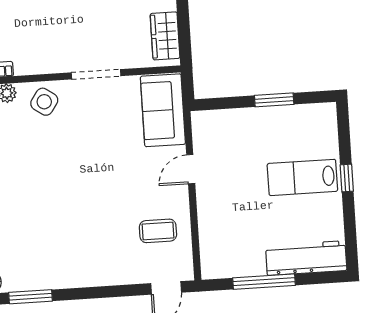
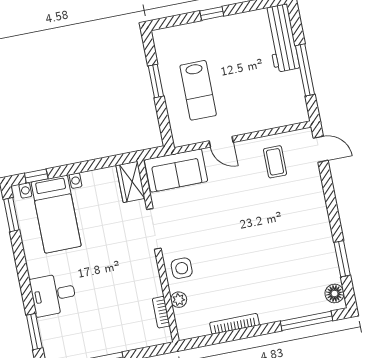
wardrobe: (165, 36) -> (130, 182), moved, turned 90
side table: (44, 102) -> (182, 268), turned -35
lab bench: (302, 177) -> (198, 90), moved

